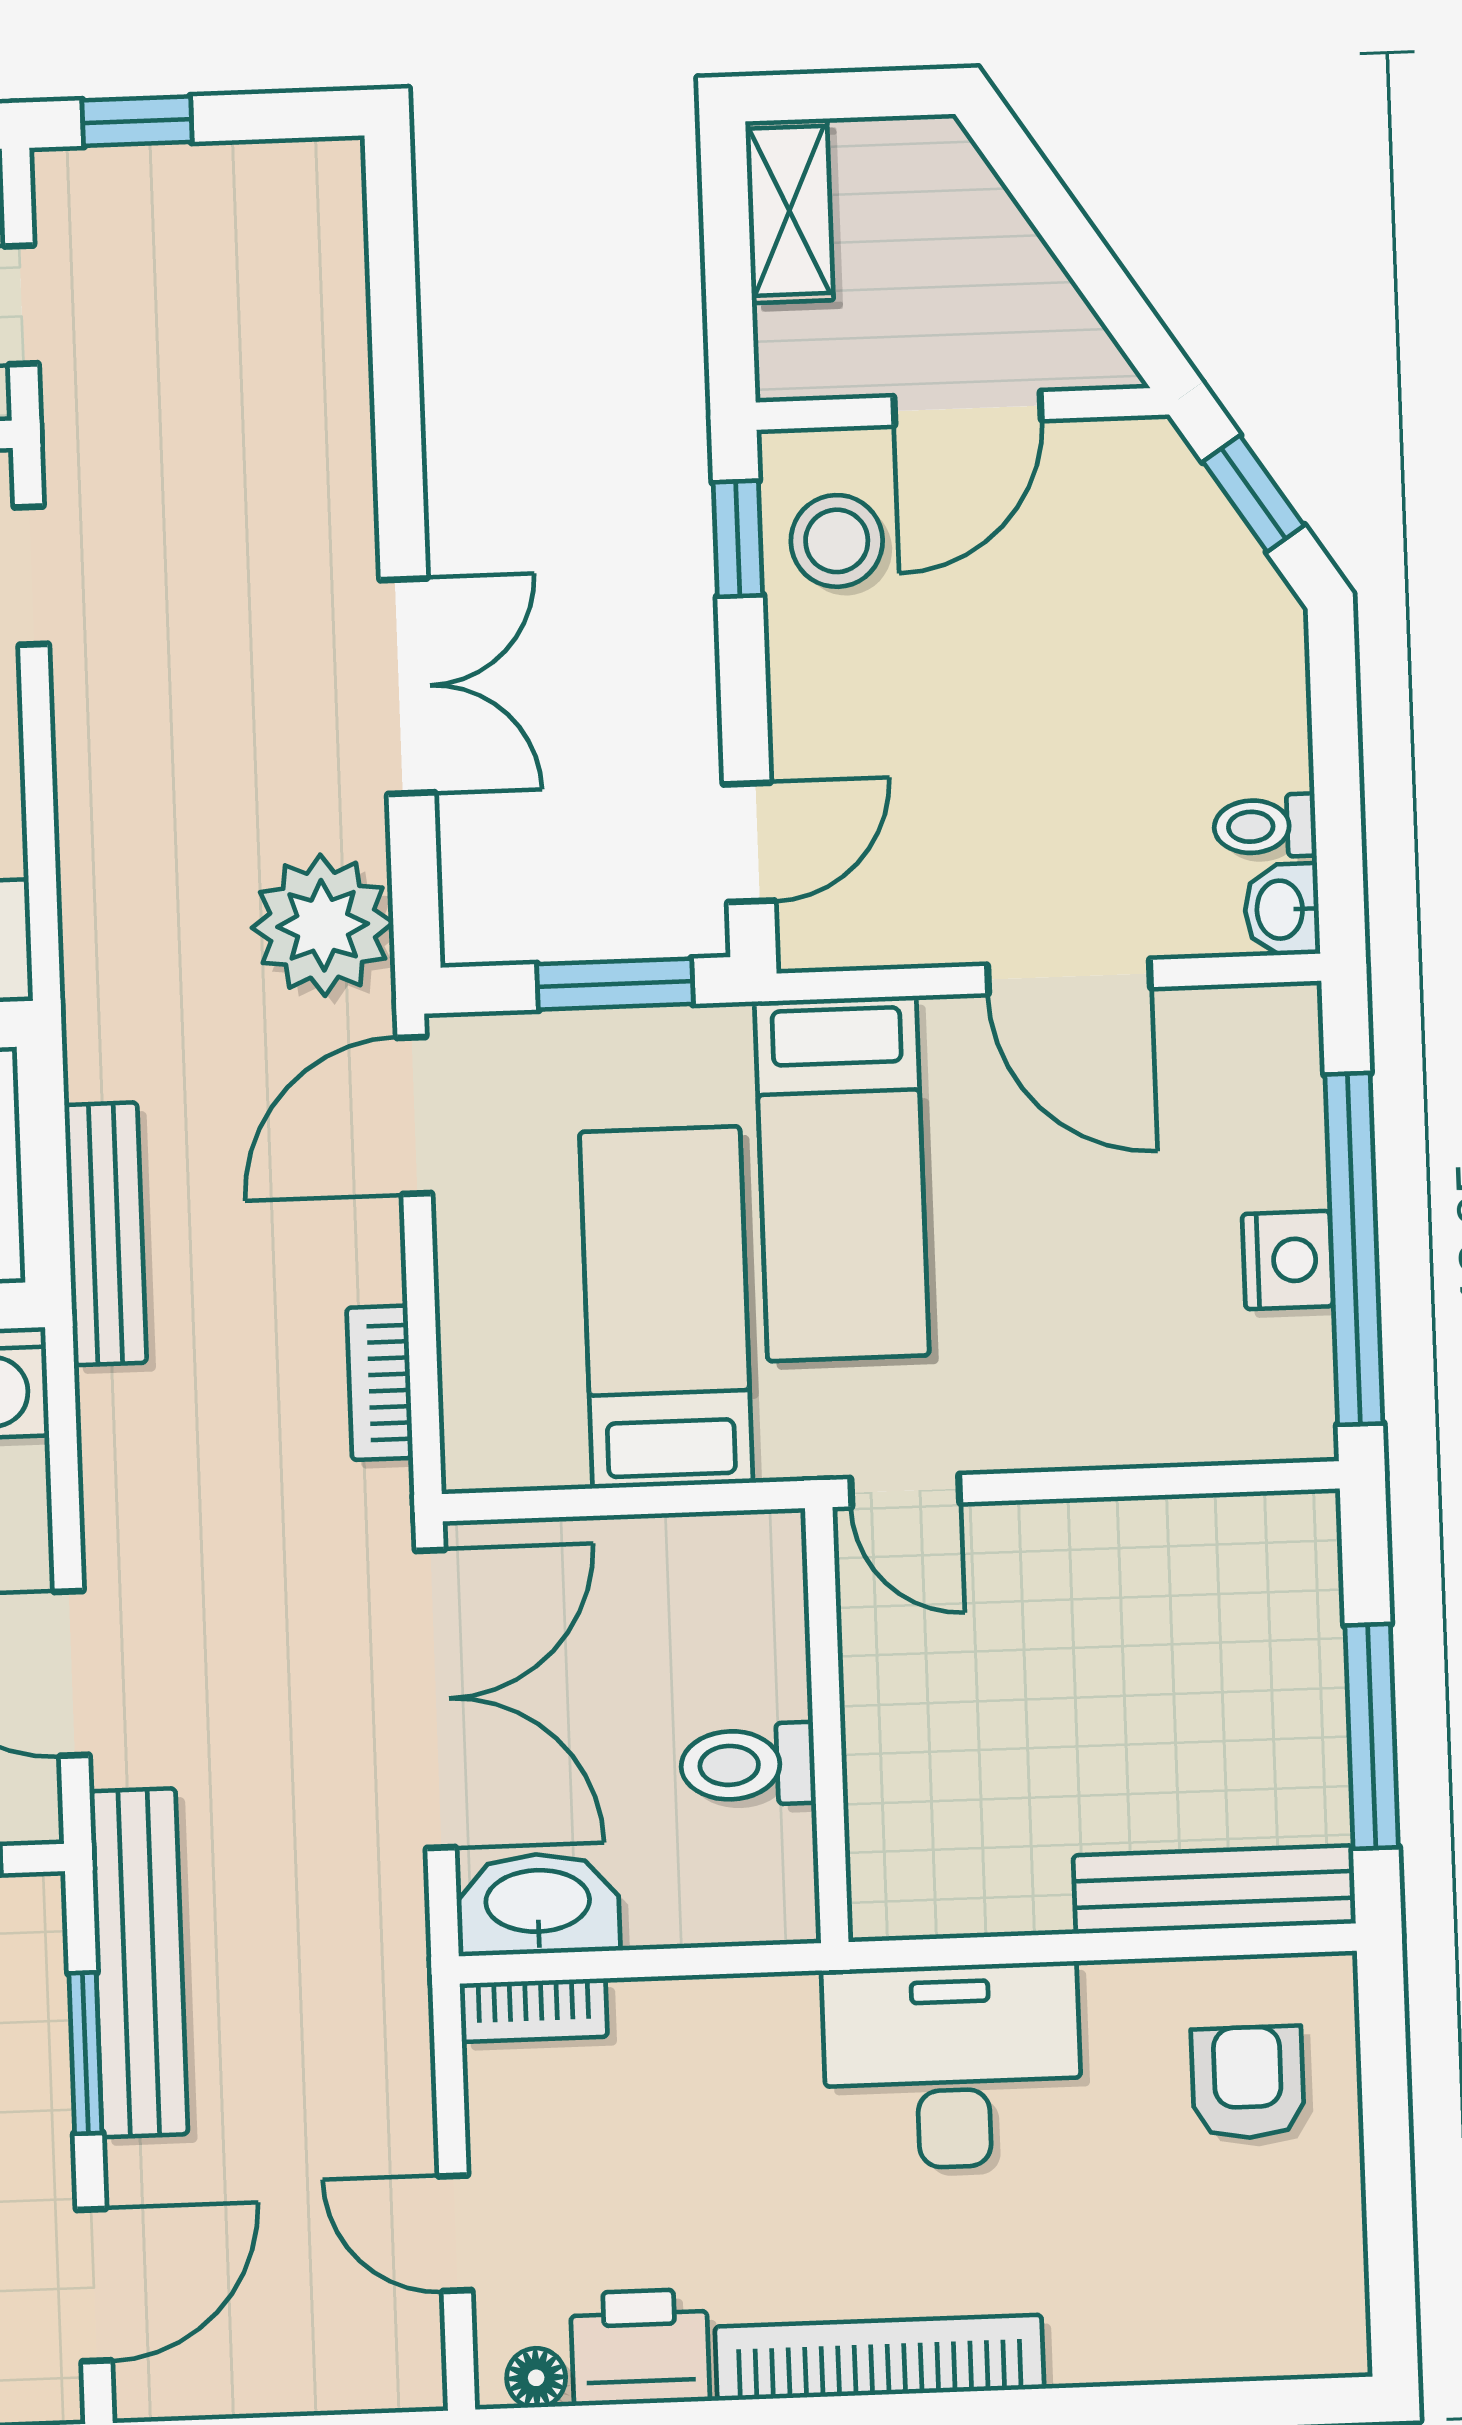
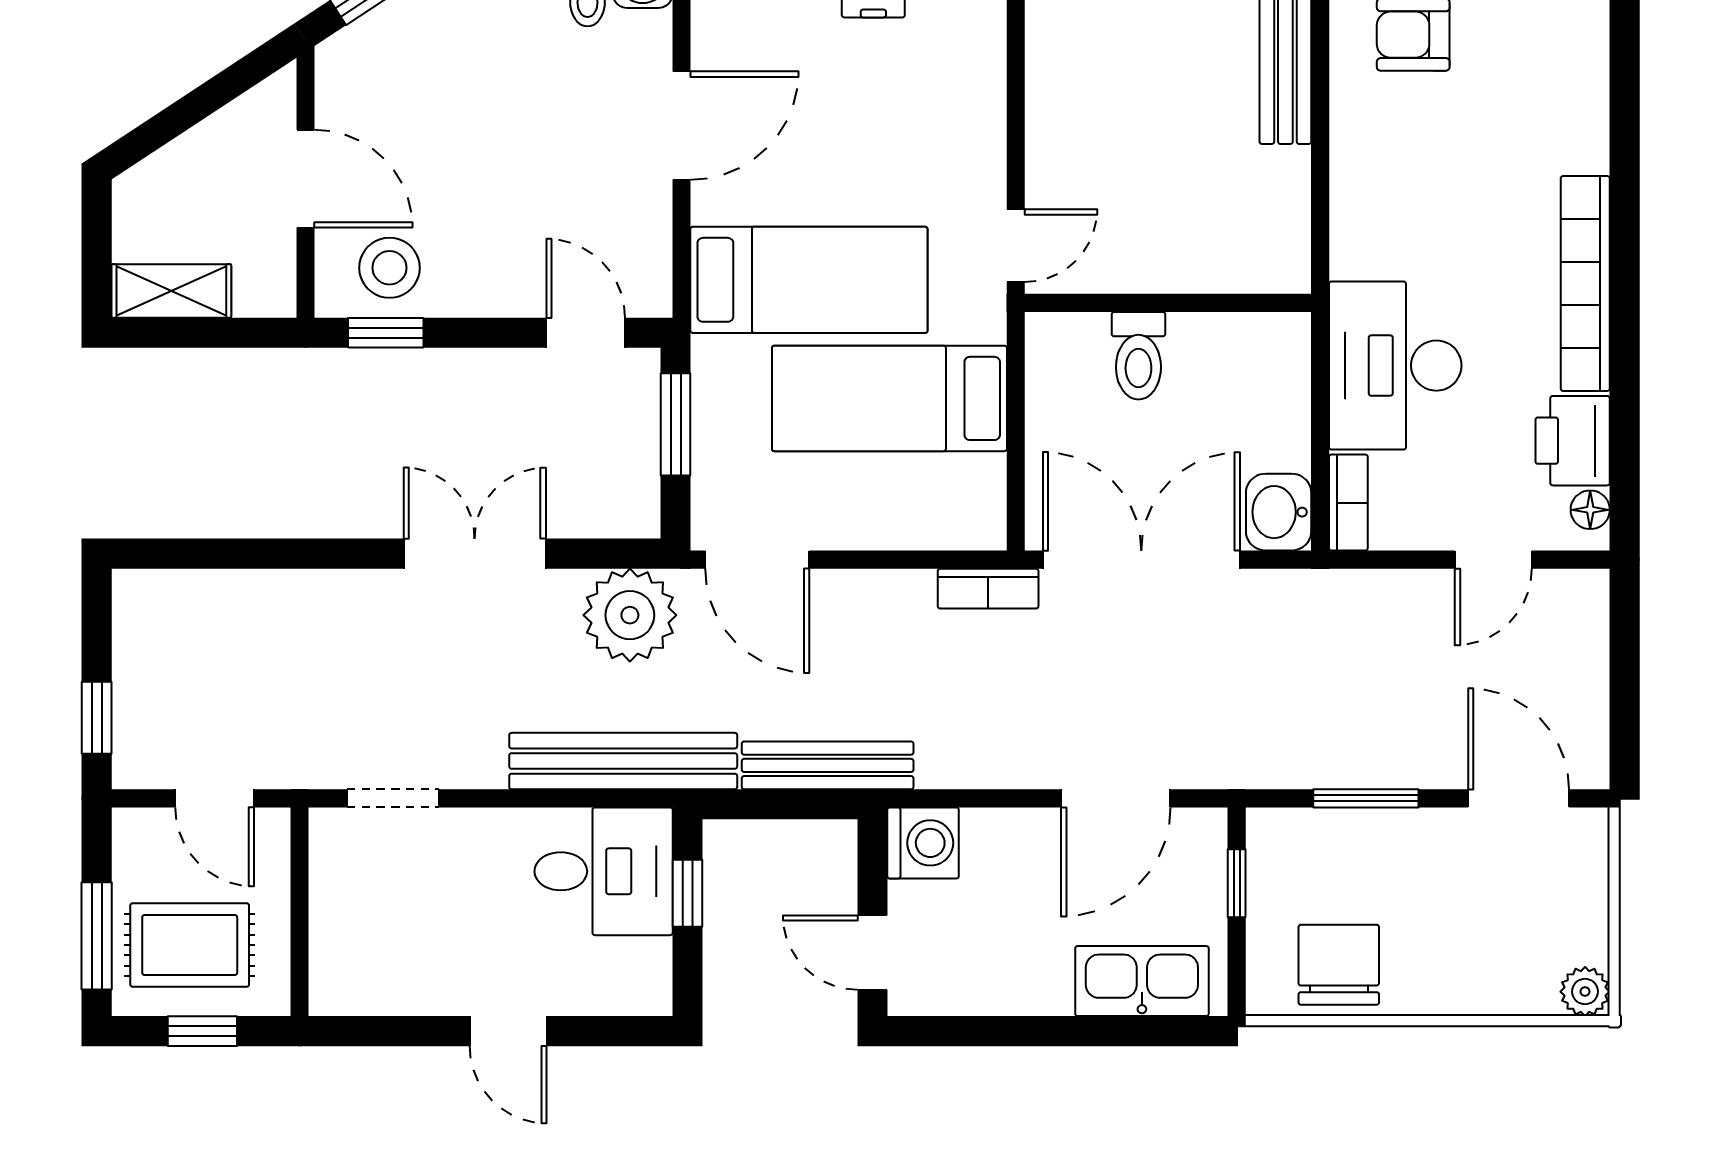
bookcase: (380, 1383) -> (988, 589), moved
toilet: (748, 1765) -> (1138, 356), moved
washbasin: (538, 1904) -> (1279, 512), width x0.72
bench: (139, 1963) -> (623, 761), moved
desk: (952, 2066) -> (1395, 366), moved

